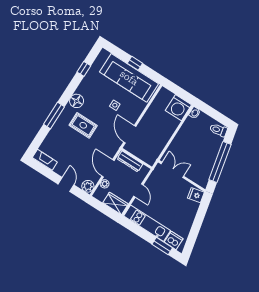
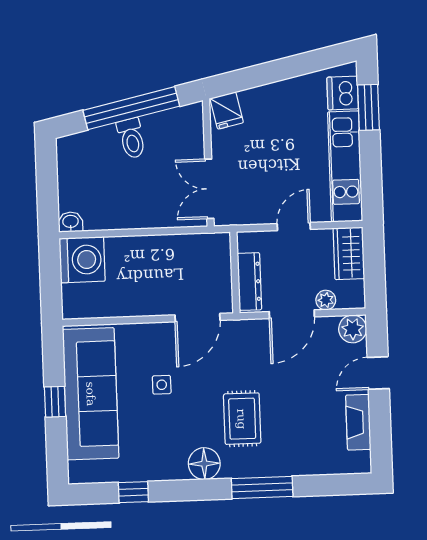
toilet: (218, 130) -> (132, 138), moved
fireplace: (45, 160) -> (358, 422), moved

